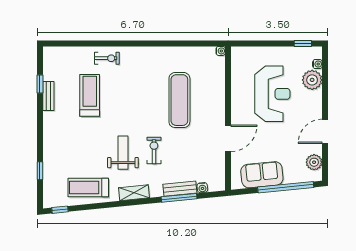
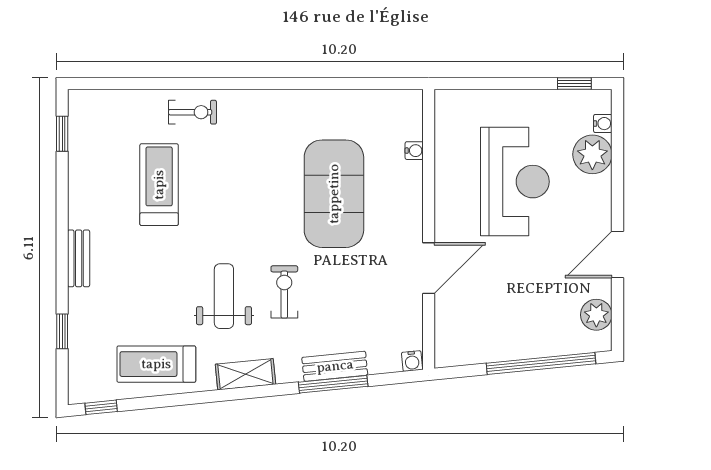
water cooler: (221, 51) -> (414, 151), moved
window: (40, 84) -> (62, 134), moved
bench: (48, 96) -> (79, 258), moved
exercise mat: (179, 100) -> (334, 194), width x1.47
sofa: (262, 175) -> (495, 339), removed
water cooler: (202, 188) -> (412, 361), moved

